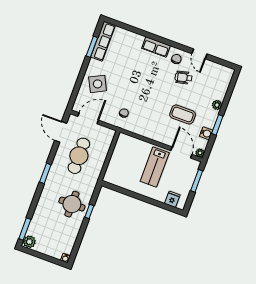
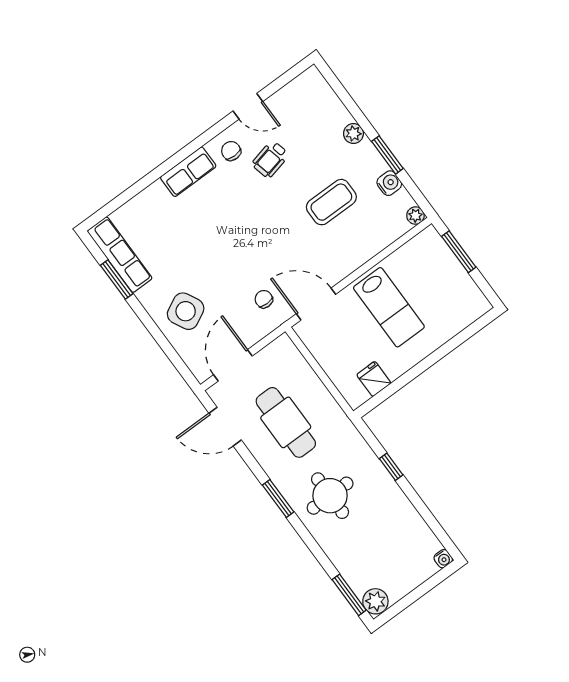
door: (181, 153) -> (316, 304), moved
fridge: (172, 199) -> (374, 379), moved
round table: (72, 204) -> (330, 496), moved

